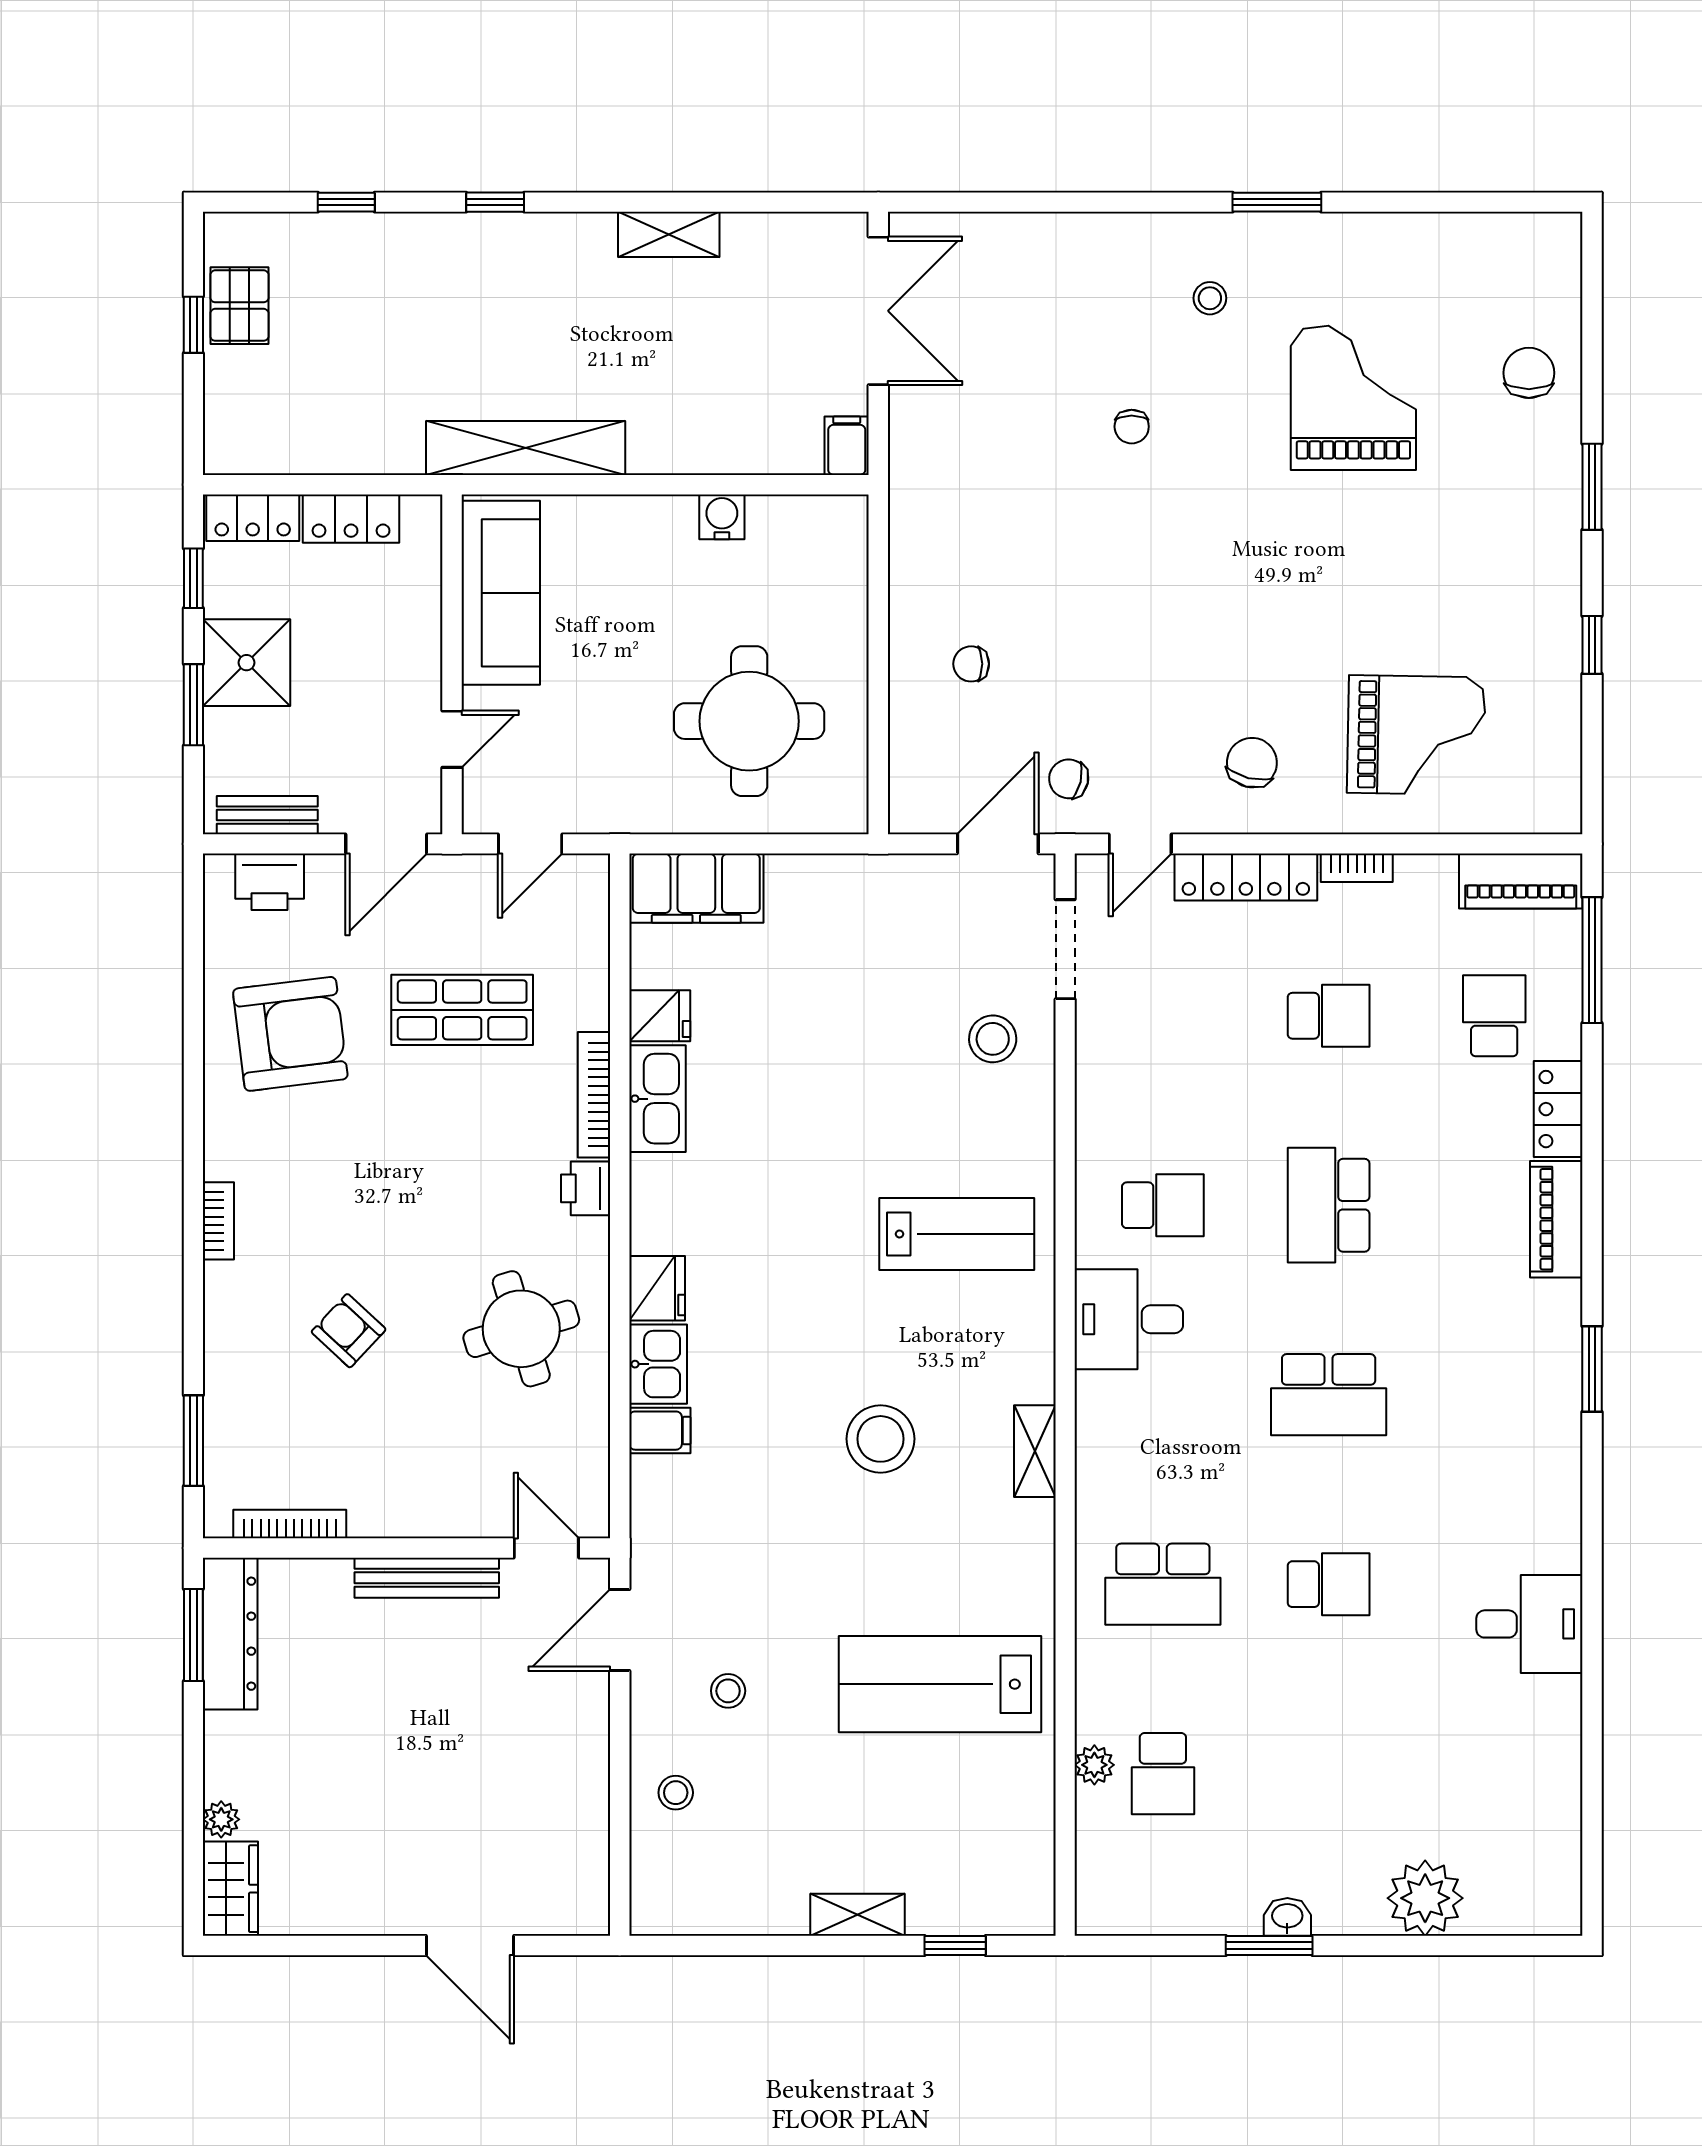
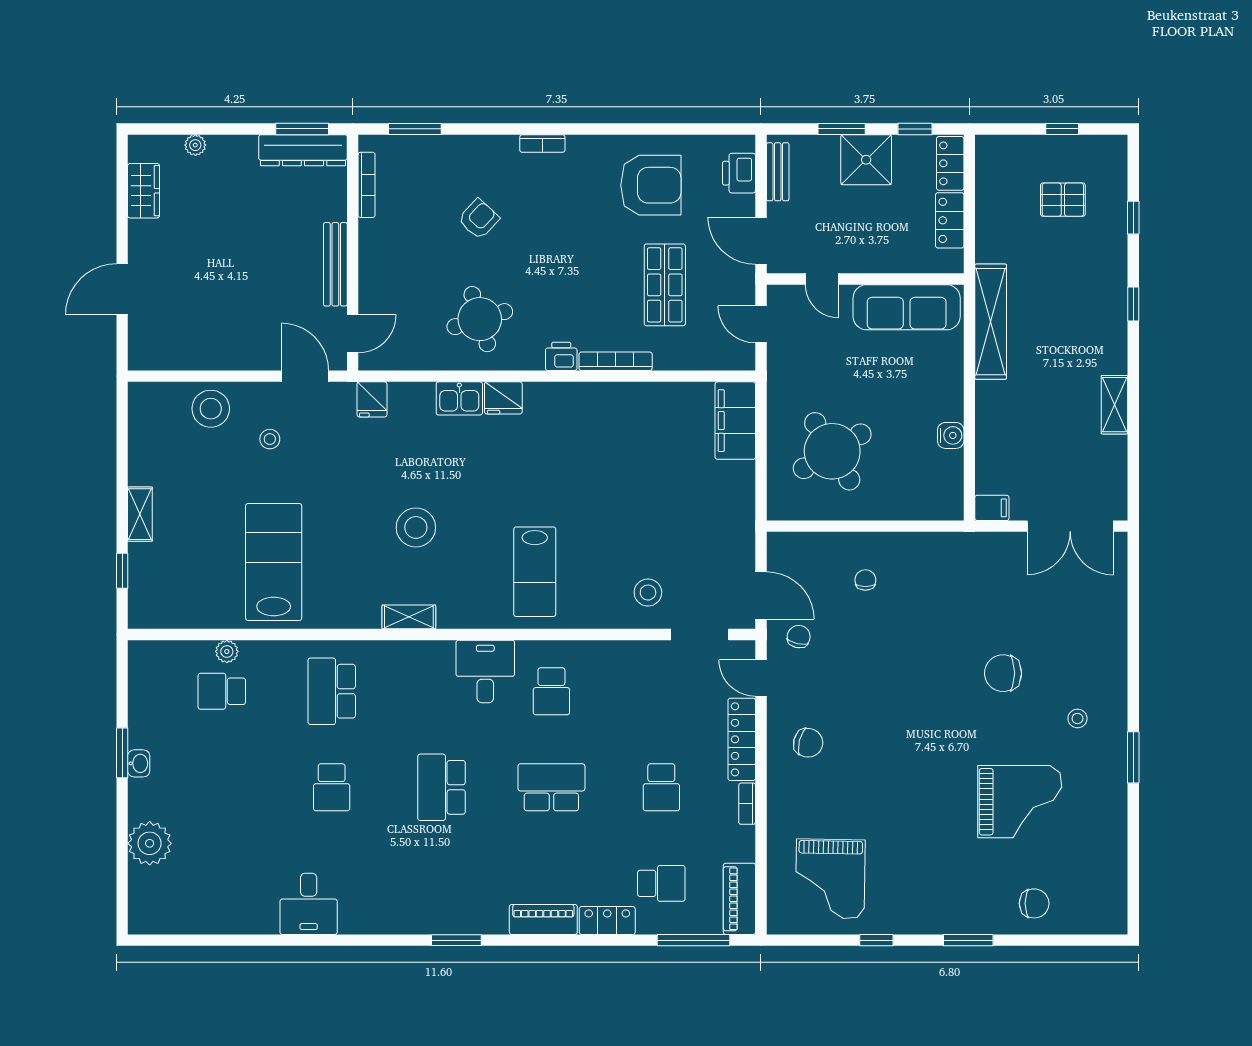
pallet: (239, 306) -> (1063, 200), moved
chair: (1132, 427) -> (1003, 673), width x1.87, depth x1.87
round table: (749, 721) -> (832, 451), turned -31
grand piano: (1416, 735) -> (830, 879), moved
fridge: (660, 1016) -> (372, 399), moved
armchair: (290, 1034) -> (651, 185), turned -83
kitchen sink: (657, 1099) -> (613, 398), removed
filing cabinet: (660, 1431) -> (421, 399), removed
stool: (676, 1793) -> (211, 409), width x1.89, depth x1.89
wardrobe: (230, 1889) -> (144, 191), moved, turned -90

